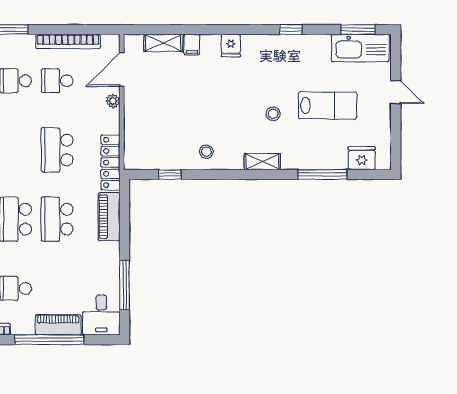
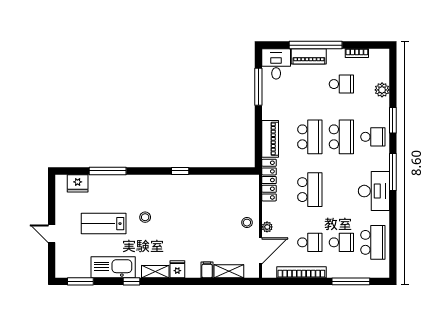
kitchen sink: (360, 48) -> (113, 267), moved
stool: (206, 152) -> (247, 223), moved
shelving: (262, 162) -> (155, 272), moved
window: (170, 174) -> (180, 171), moved

